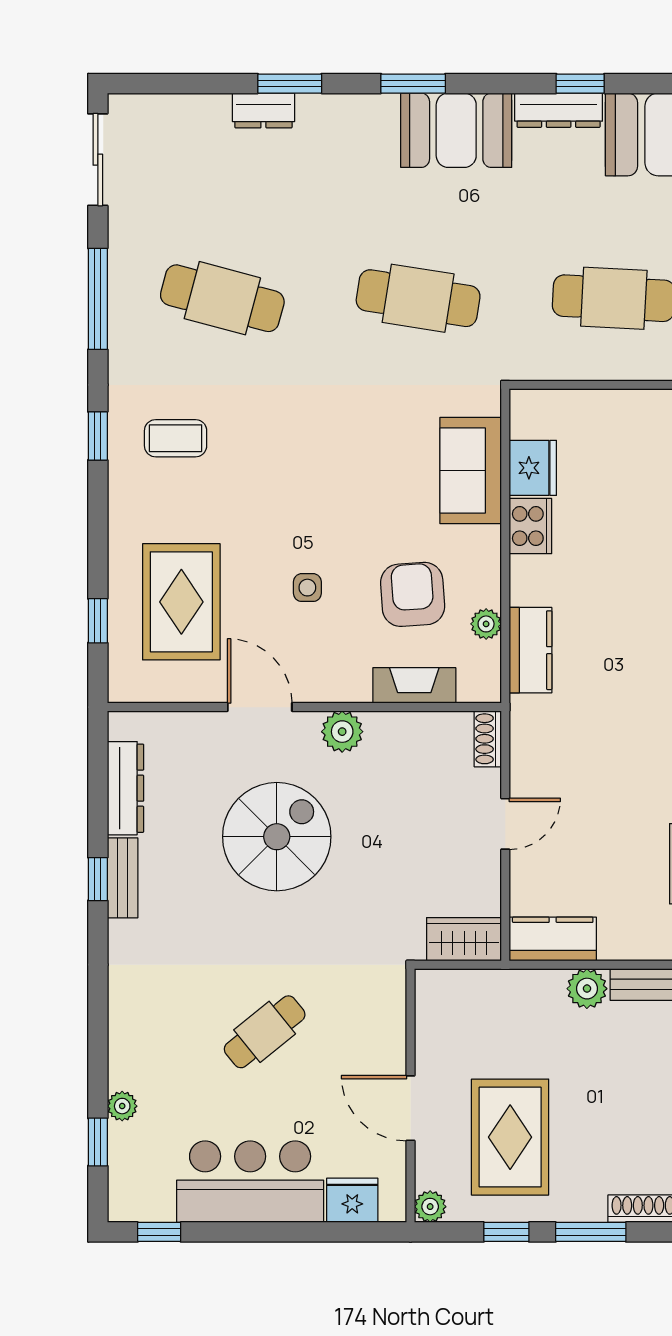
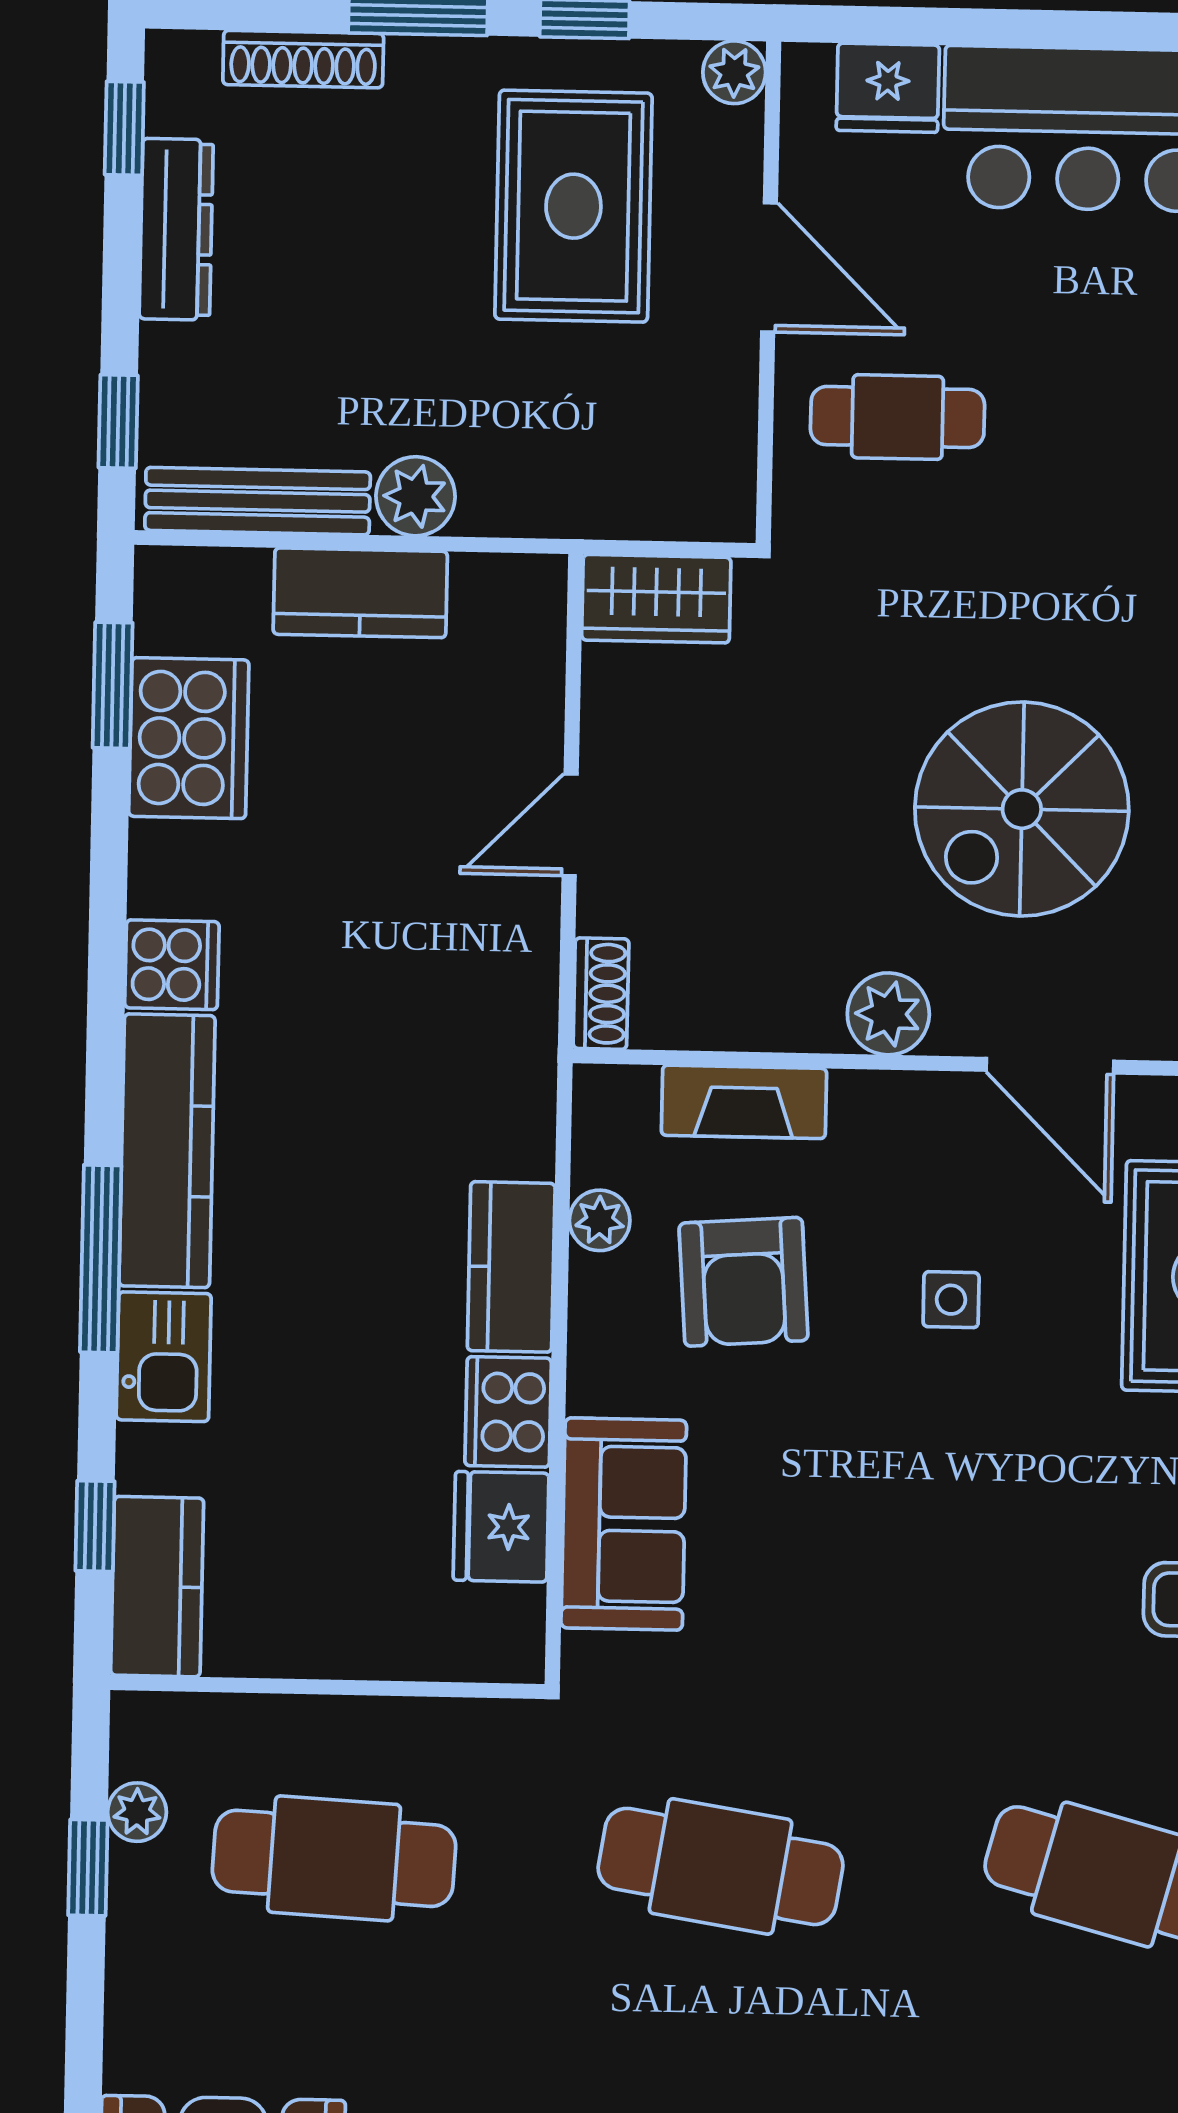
kitchen counter: (530, 650) -> (511, 1267), moved
kitchen counter: (553, 939) -> (360, 593), moved
cafe table: (265, 1032) -> (898, 417), moved, turned 39

